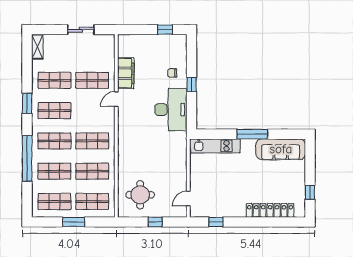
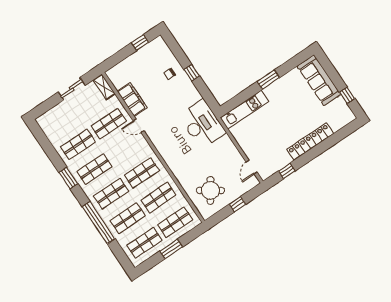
shelving: (37, 47) -> (104, 87), moved
door: (116, 99) -> (139, 126), hinge flipped
desk: (171, 110) -> (202, 124), moved
window: (252, 134) -> (268, 80), width x0.69
sofa: (281, 149) -> (319, 80), moved, turned 90
round table: (140, 195) -> (210, 190), turned 34
locker: (270, 210) -> (310, 141), moved

